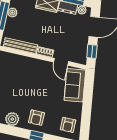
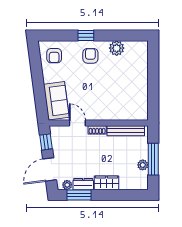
armchair: (68, 125) -> (54, 56), turned 180

